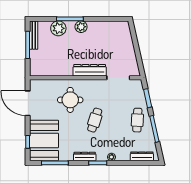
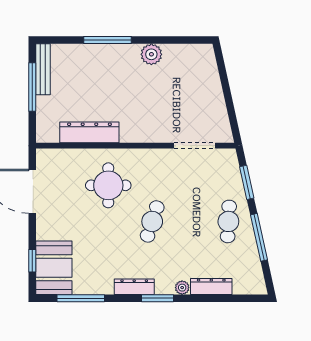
plant: (81, 27) -> (151, 54), moved
plant: (58, 28) -> (87, 57), removed
dresser: (90, 70) -> (89, 132), moved
booth: (44, 140) -> (54, 268), width x0.73, depth x0.70
dresser: (142, 156) -> (211, 286), moved

